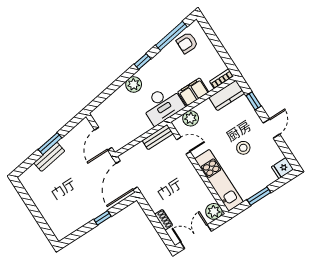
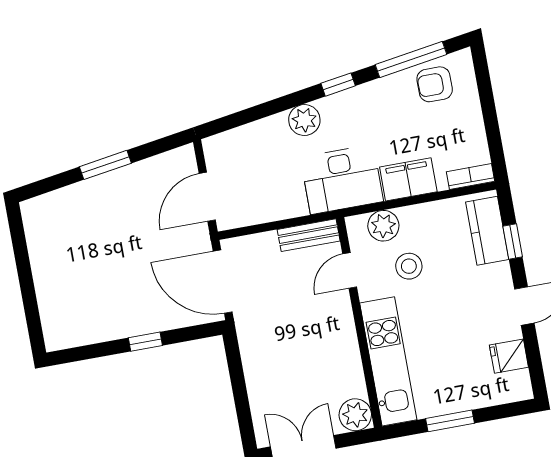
kitchen counter: (227, 95) -> (487, 231), moved, turned 90
door: (183, 146) -> (350, 270), swing flipped
stool: (243, 148) -> (409, 266), moved
bench: (49, 157) -> (94, 189), removed
fridge: (283, 168) -> (509, 356), moved
door: (127, 175) -> (223, 282), hinge flipped
shoe rack: (164, 220) -> (256, 392), removed

